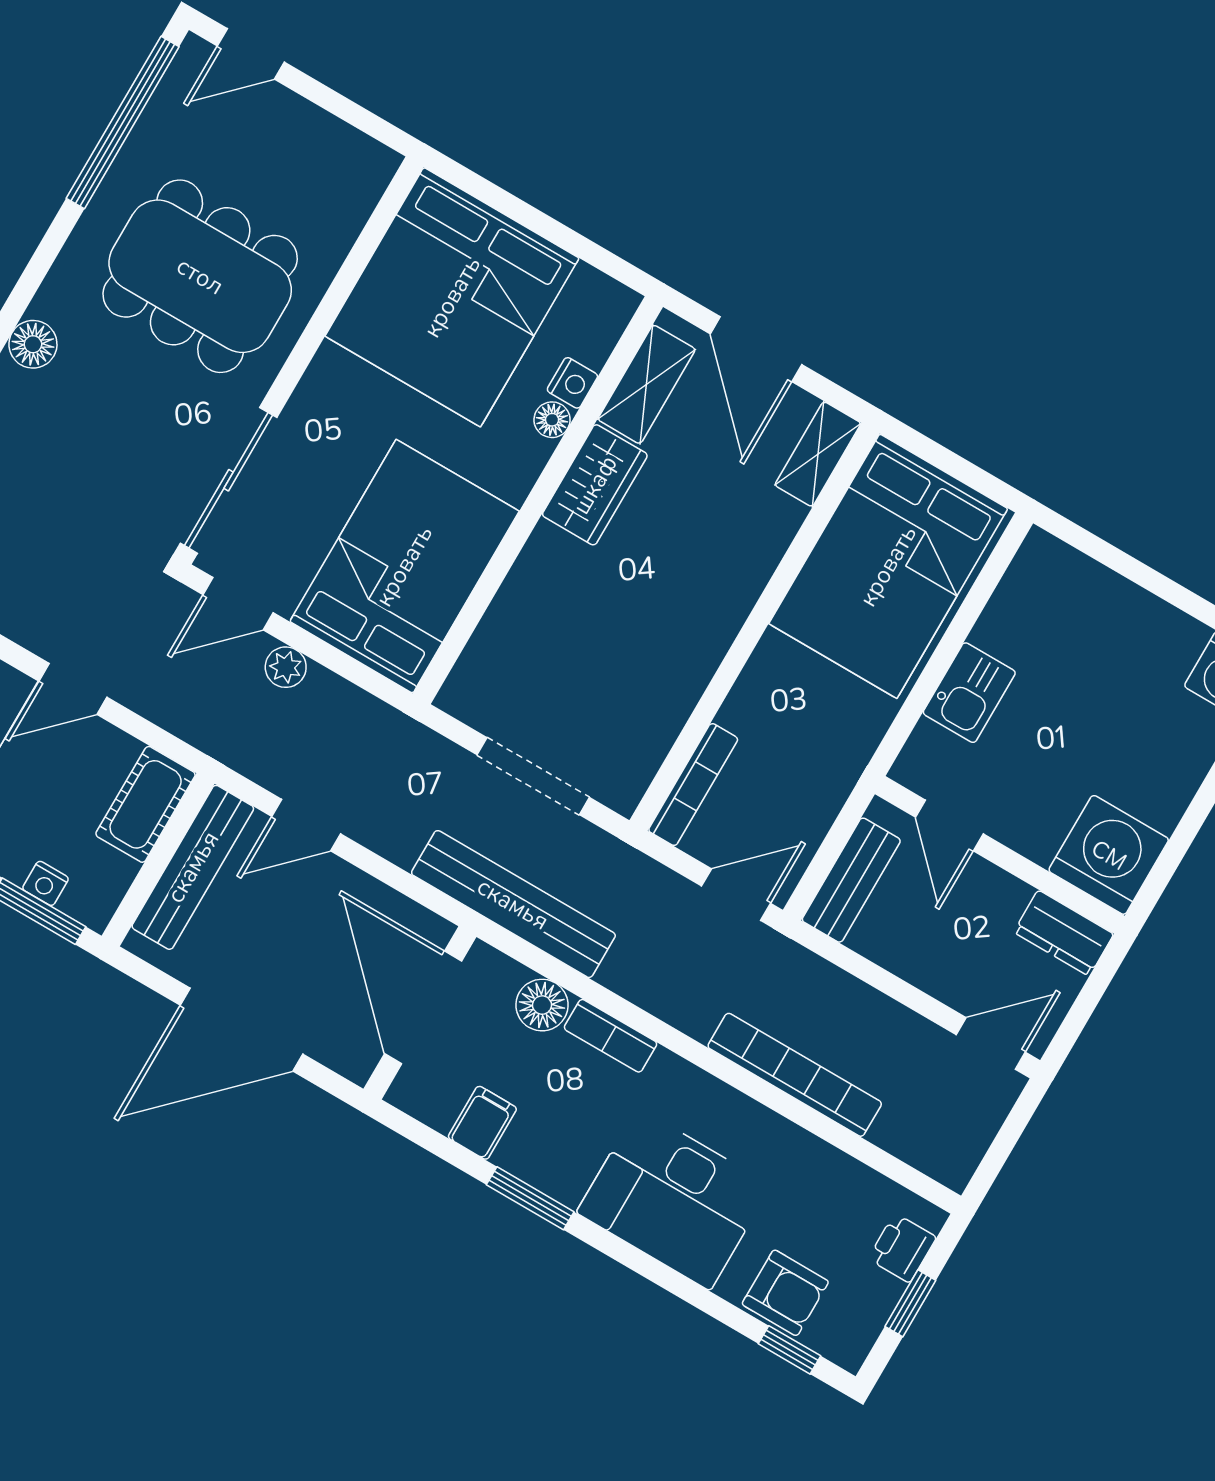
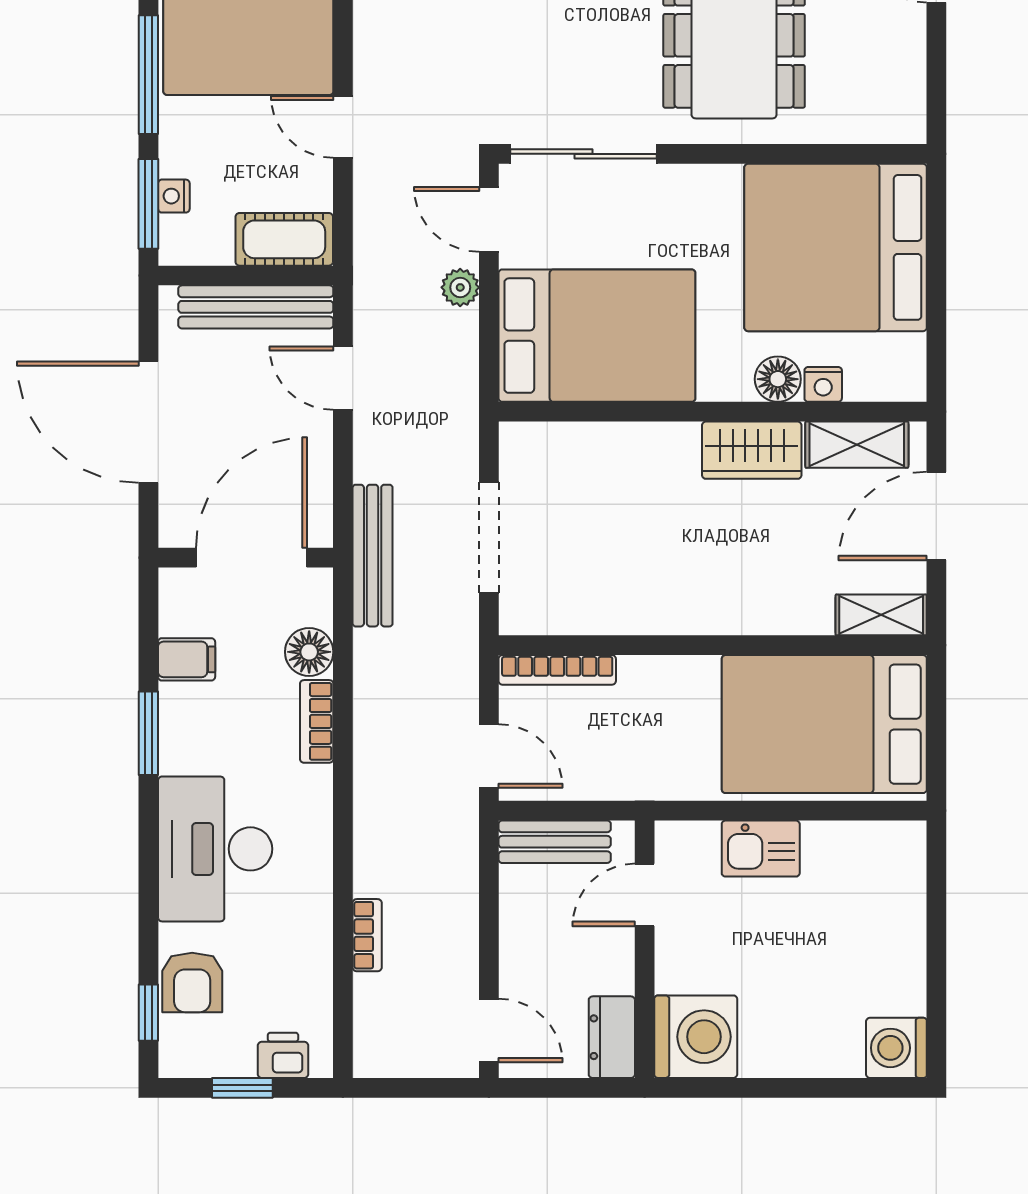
floor lamp: (552, 420) -> (778, 379), width x1.37, depth x1.37
bench: (513, 904) -> (373, 556), width x0.73, depth x0.82
bookcase: (795, 1075) -> (367, 935), width x0.43, depth x0.76

